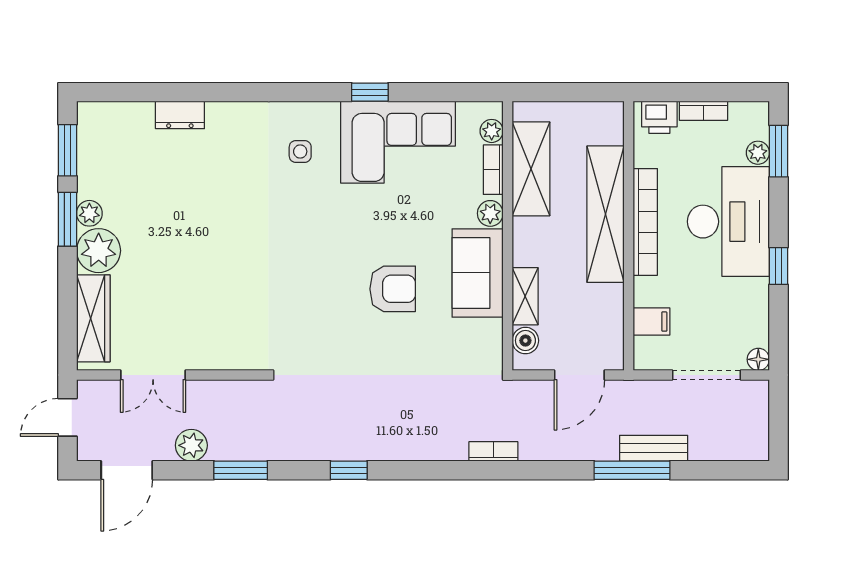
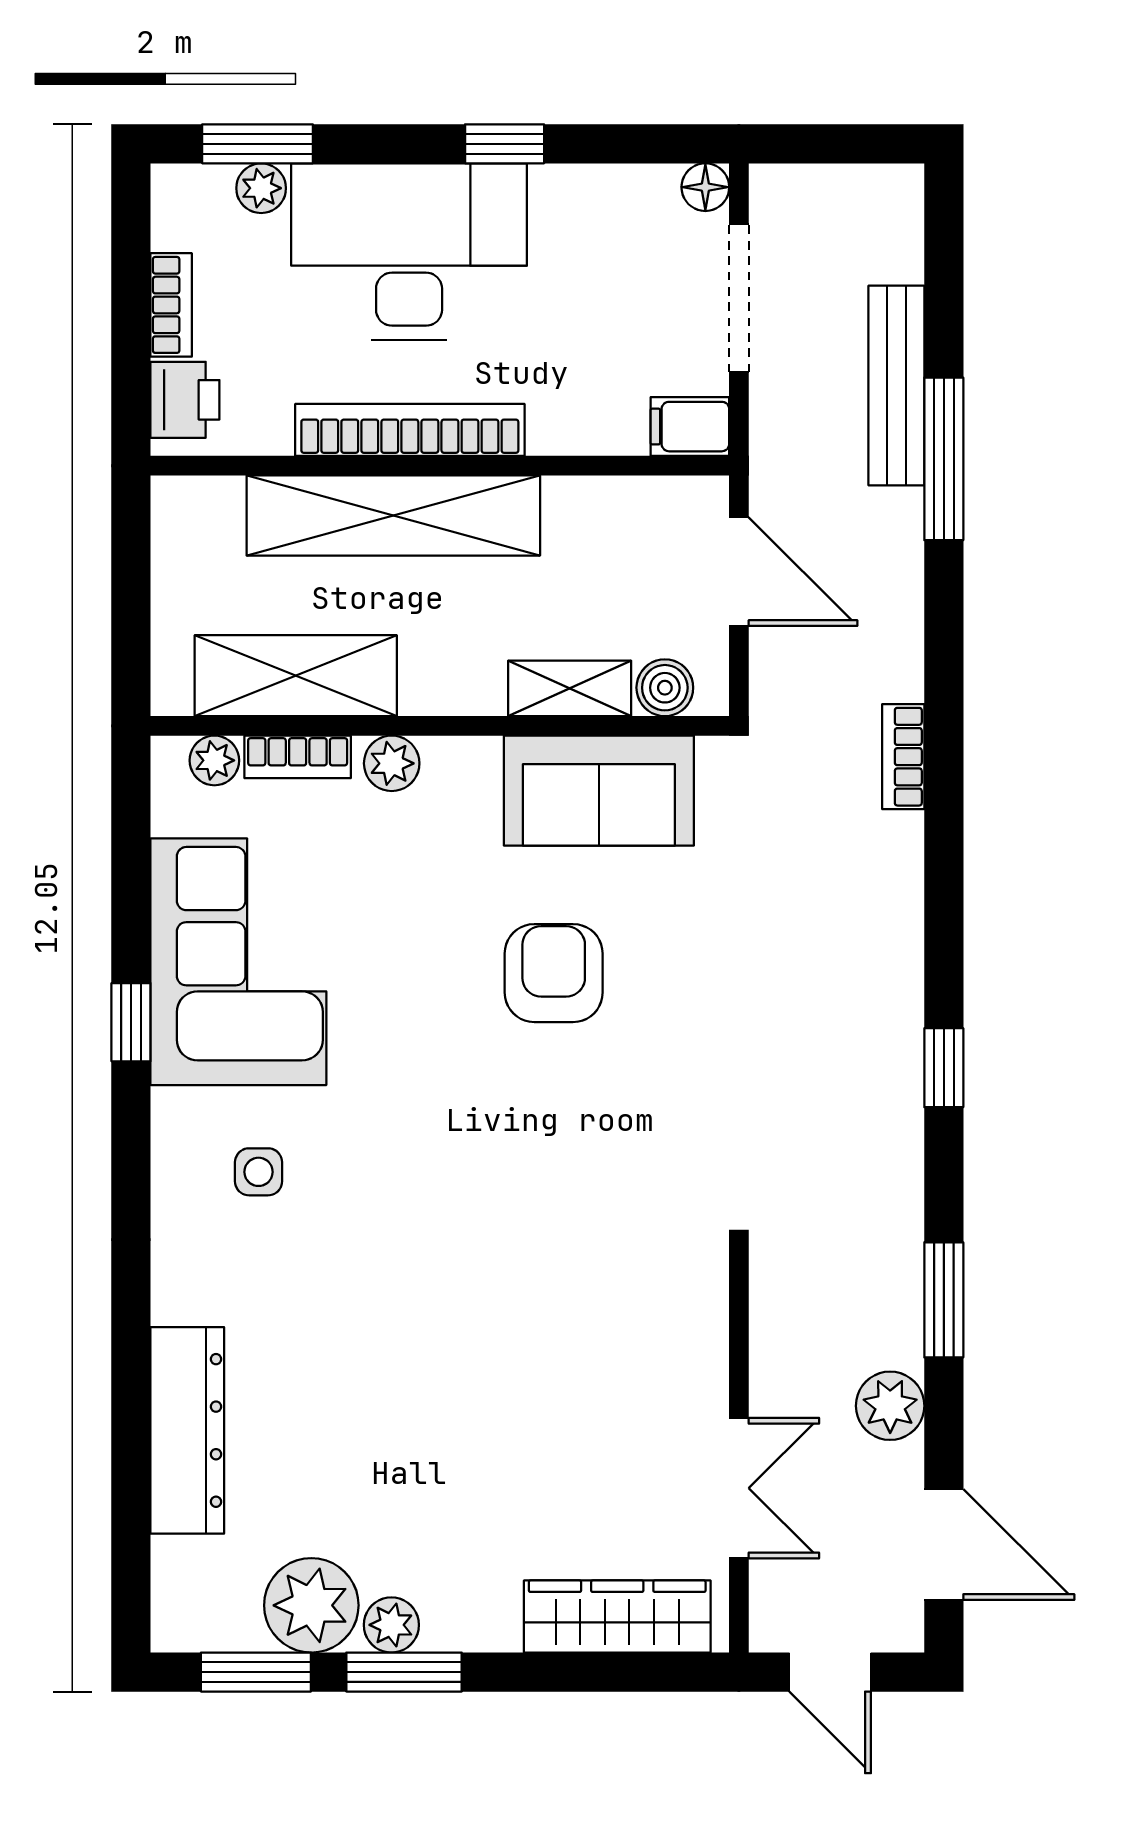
dresser: (180, 115) -> (187, 1430), width x1.96, depth x1.24
plant: (99, 251) -> (311, 1605), moved
sofa: (478, 273) -> (599, 791), moved
filing cabinet: (652, 322) -> (690, 427), moved, turned -90
bench: (654, 448) -> (896, 385), width x1.36

